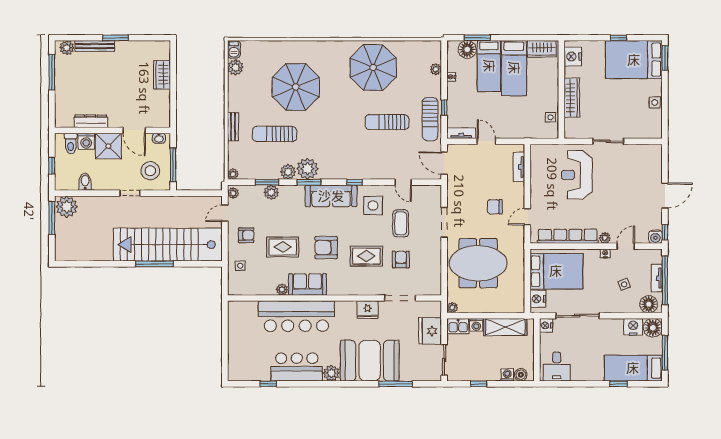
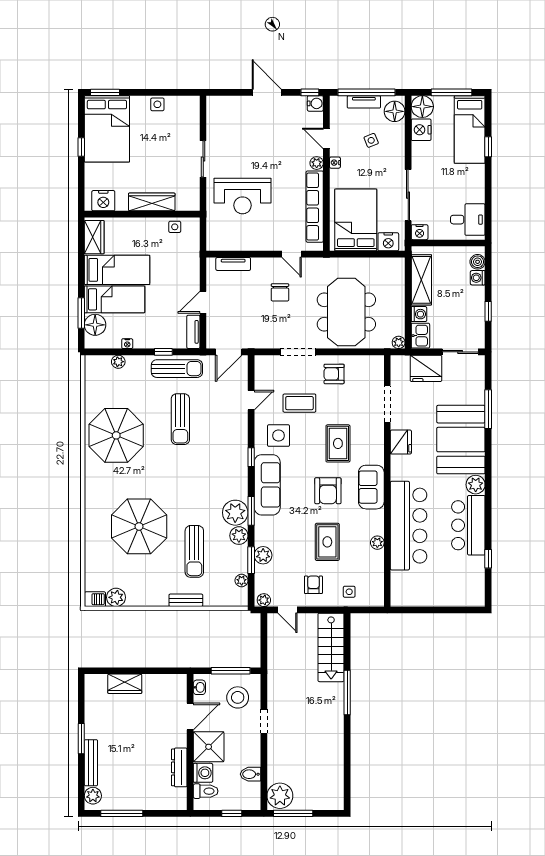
plant: (233, 174) -> (242, 580), moved
stairs: (168, 245) -> (331, 647), width x0.54, depth x0.66
armchair: (401, 260) -> (334, 374), moved
sofa: (308, 284) -> (371, 487), moved

